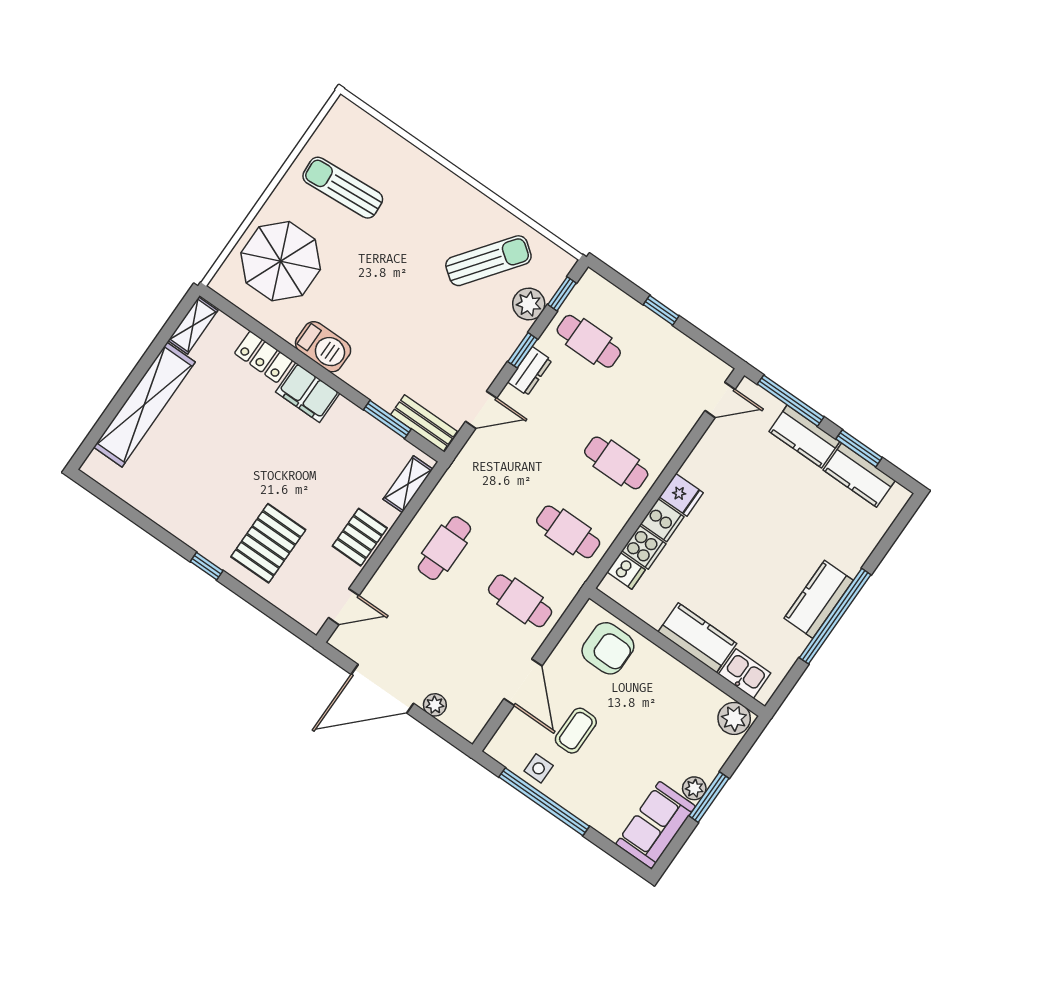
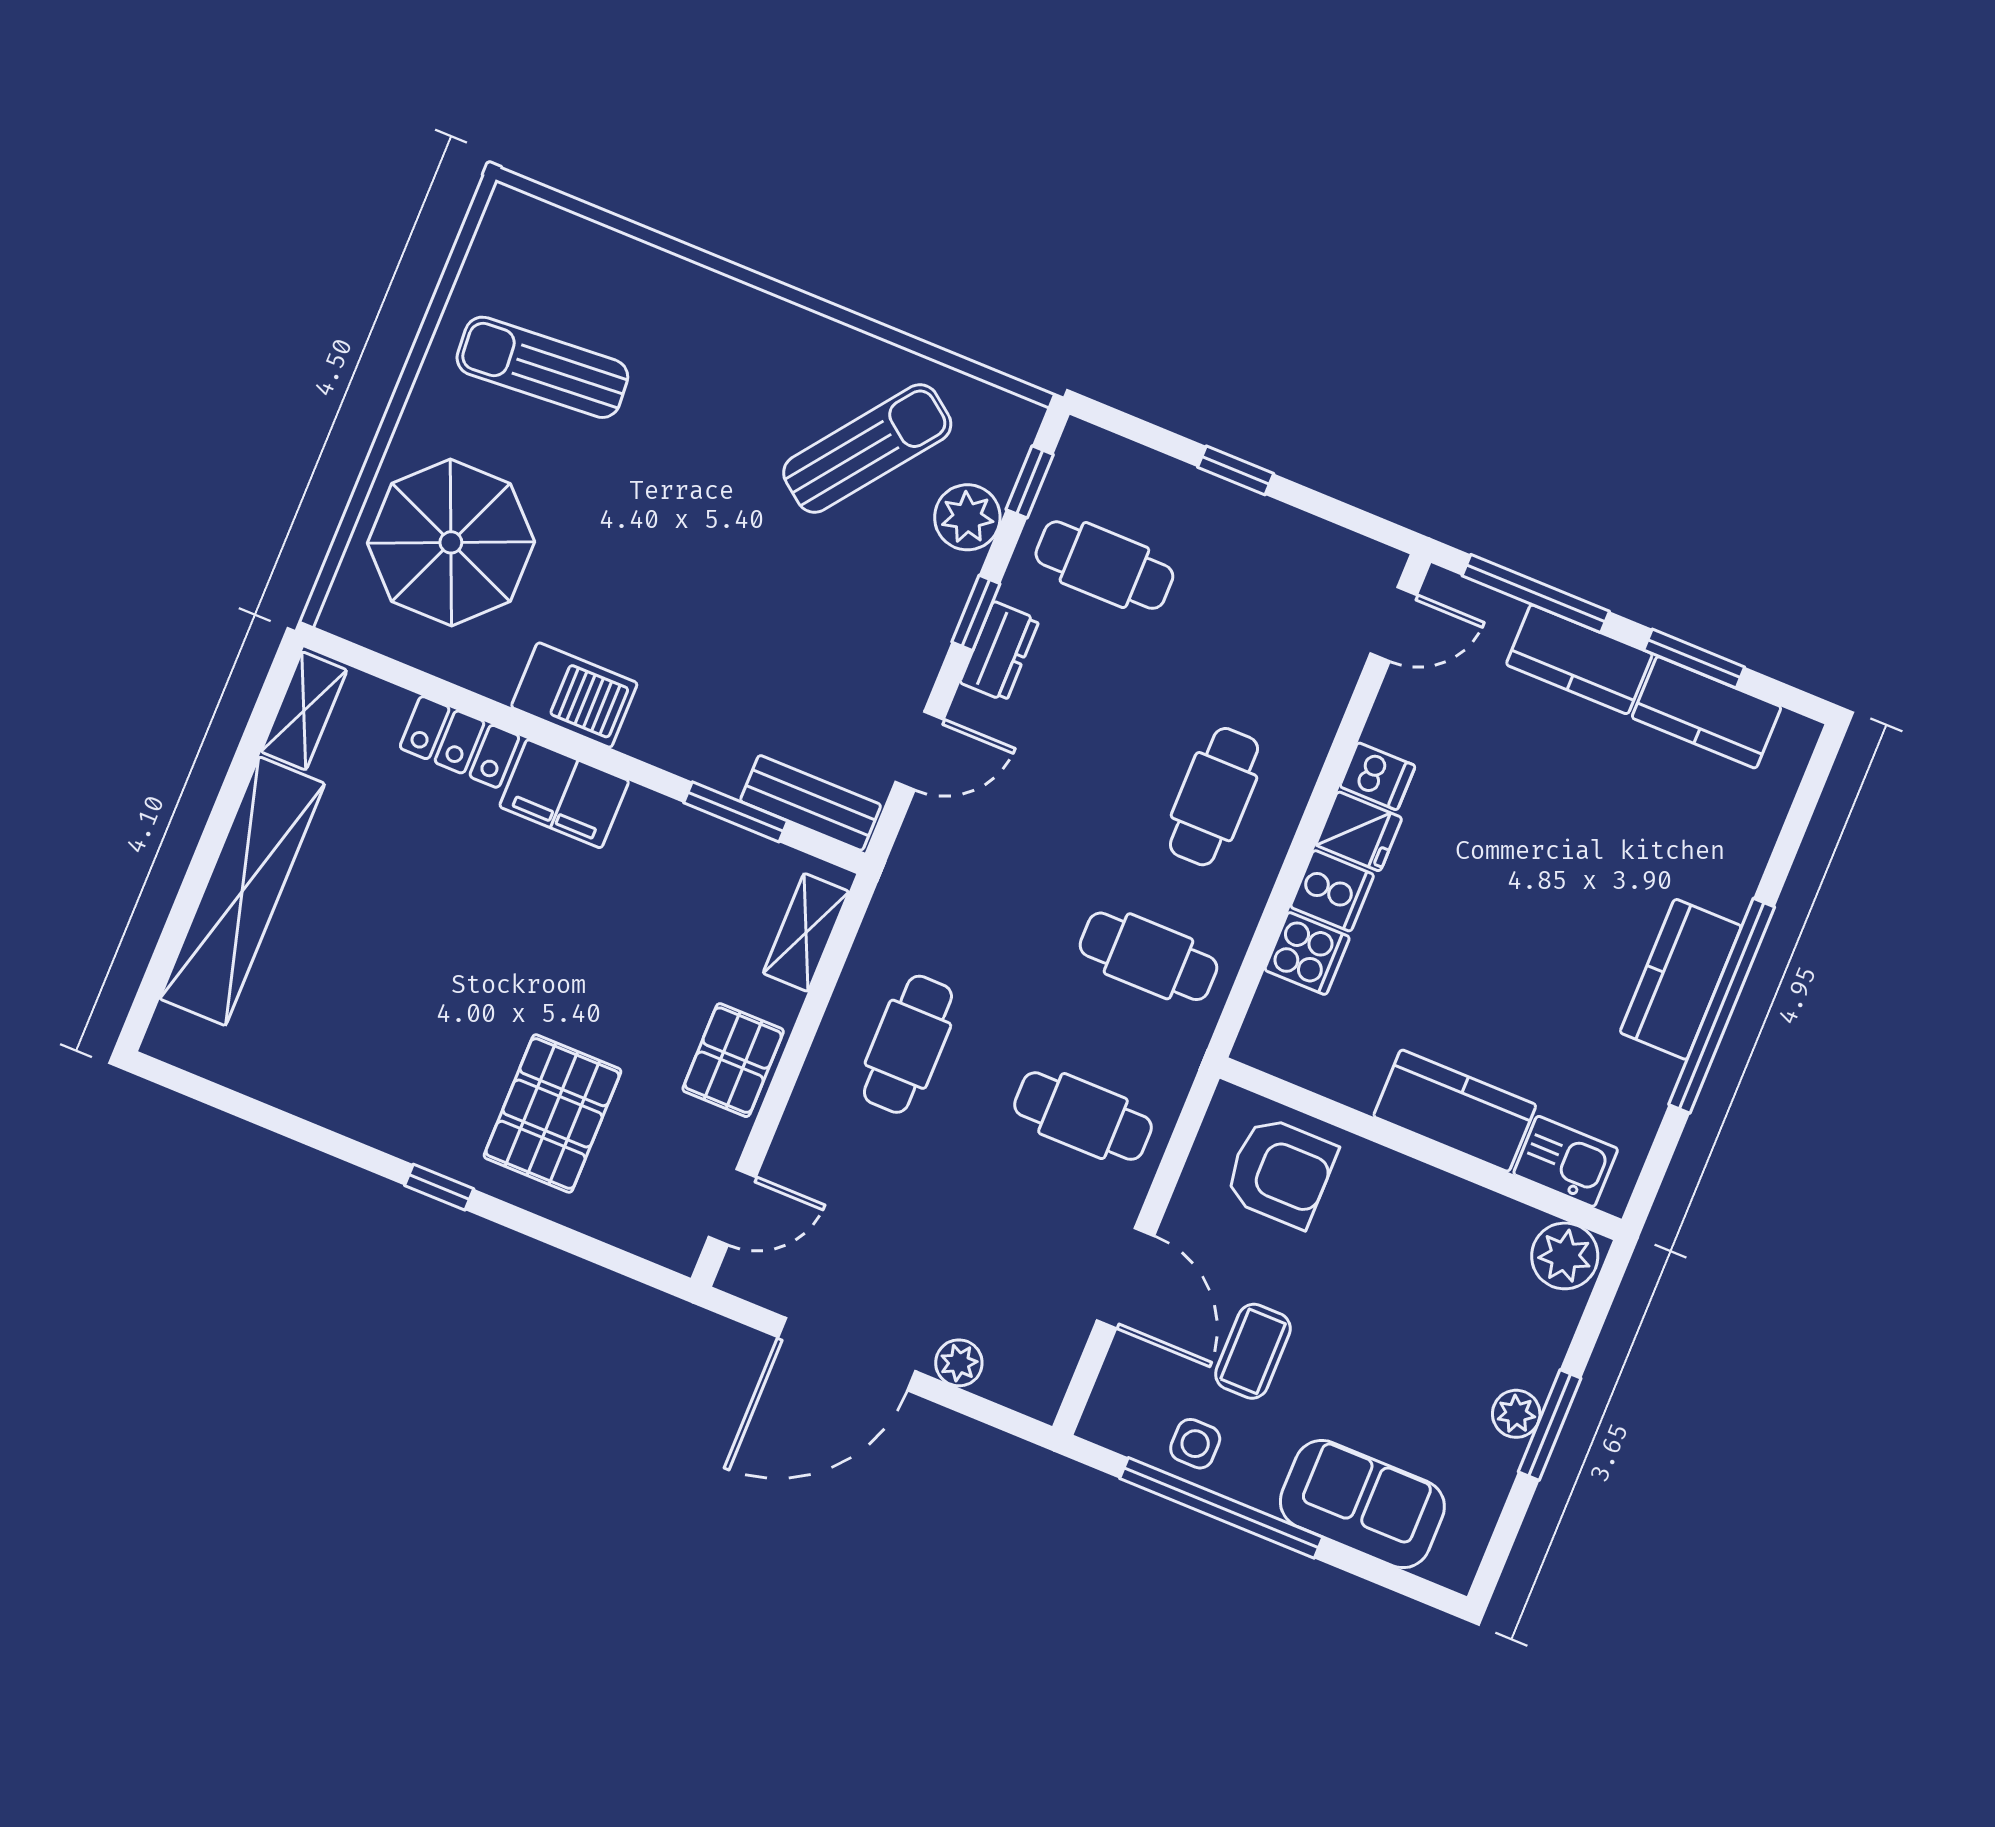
cafe table: (616, 463) -> (1214, 797), turned 90
dishwasher: (626, 571) -> (1377, 776), moved
sofa: (656, 825) -> (1362, 1504), moved, turned 90

